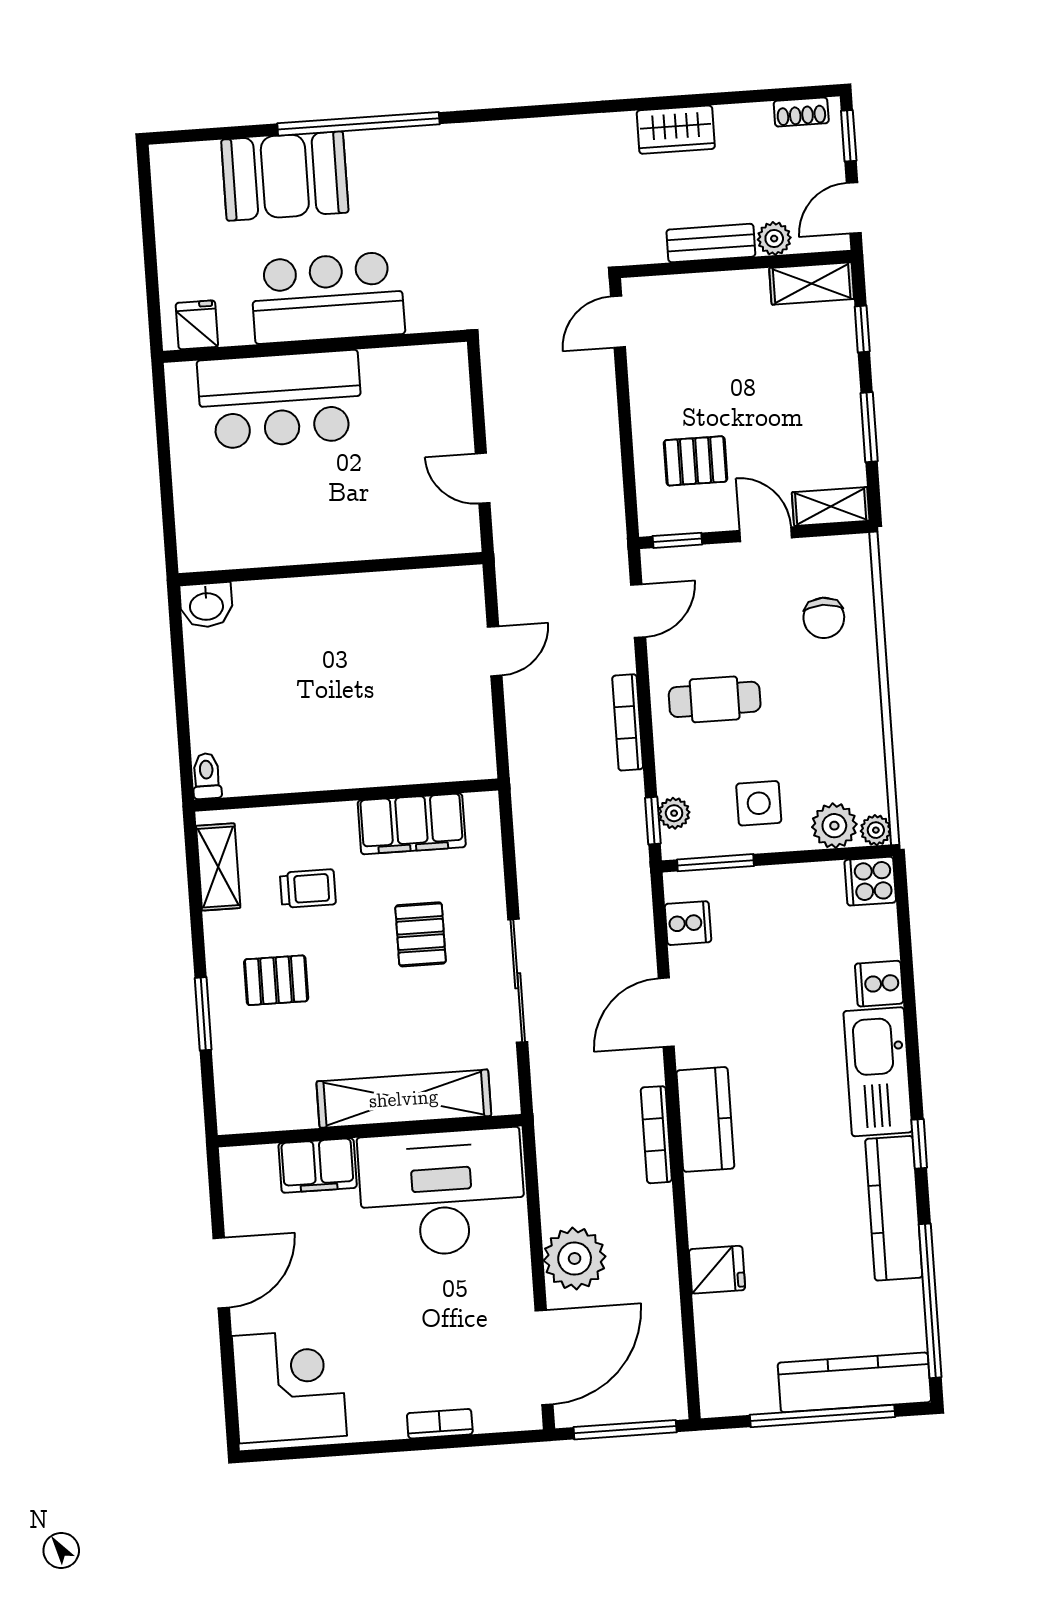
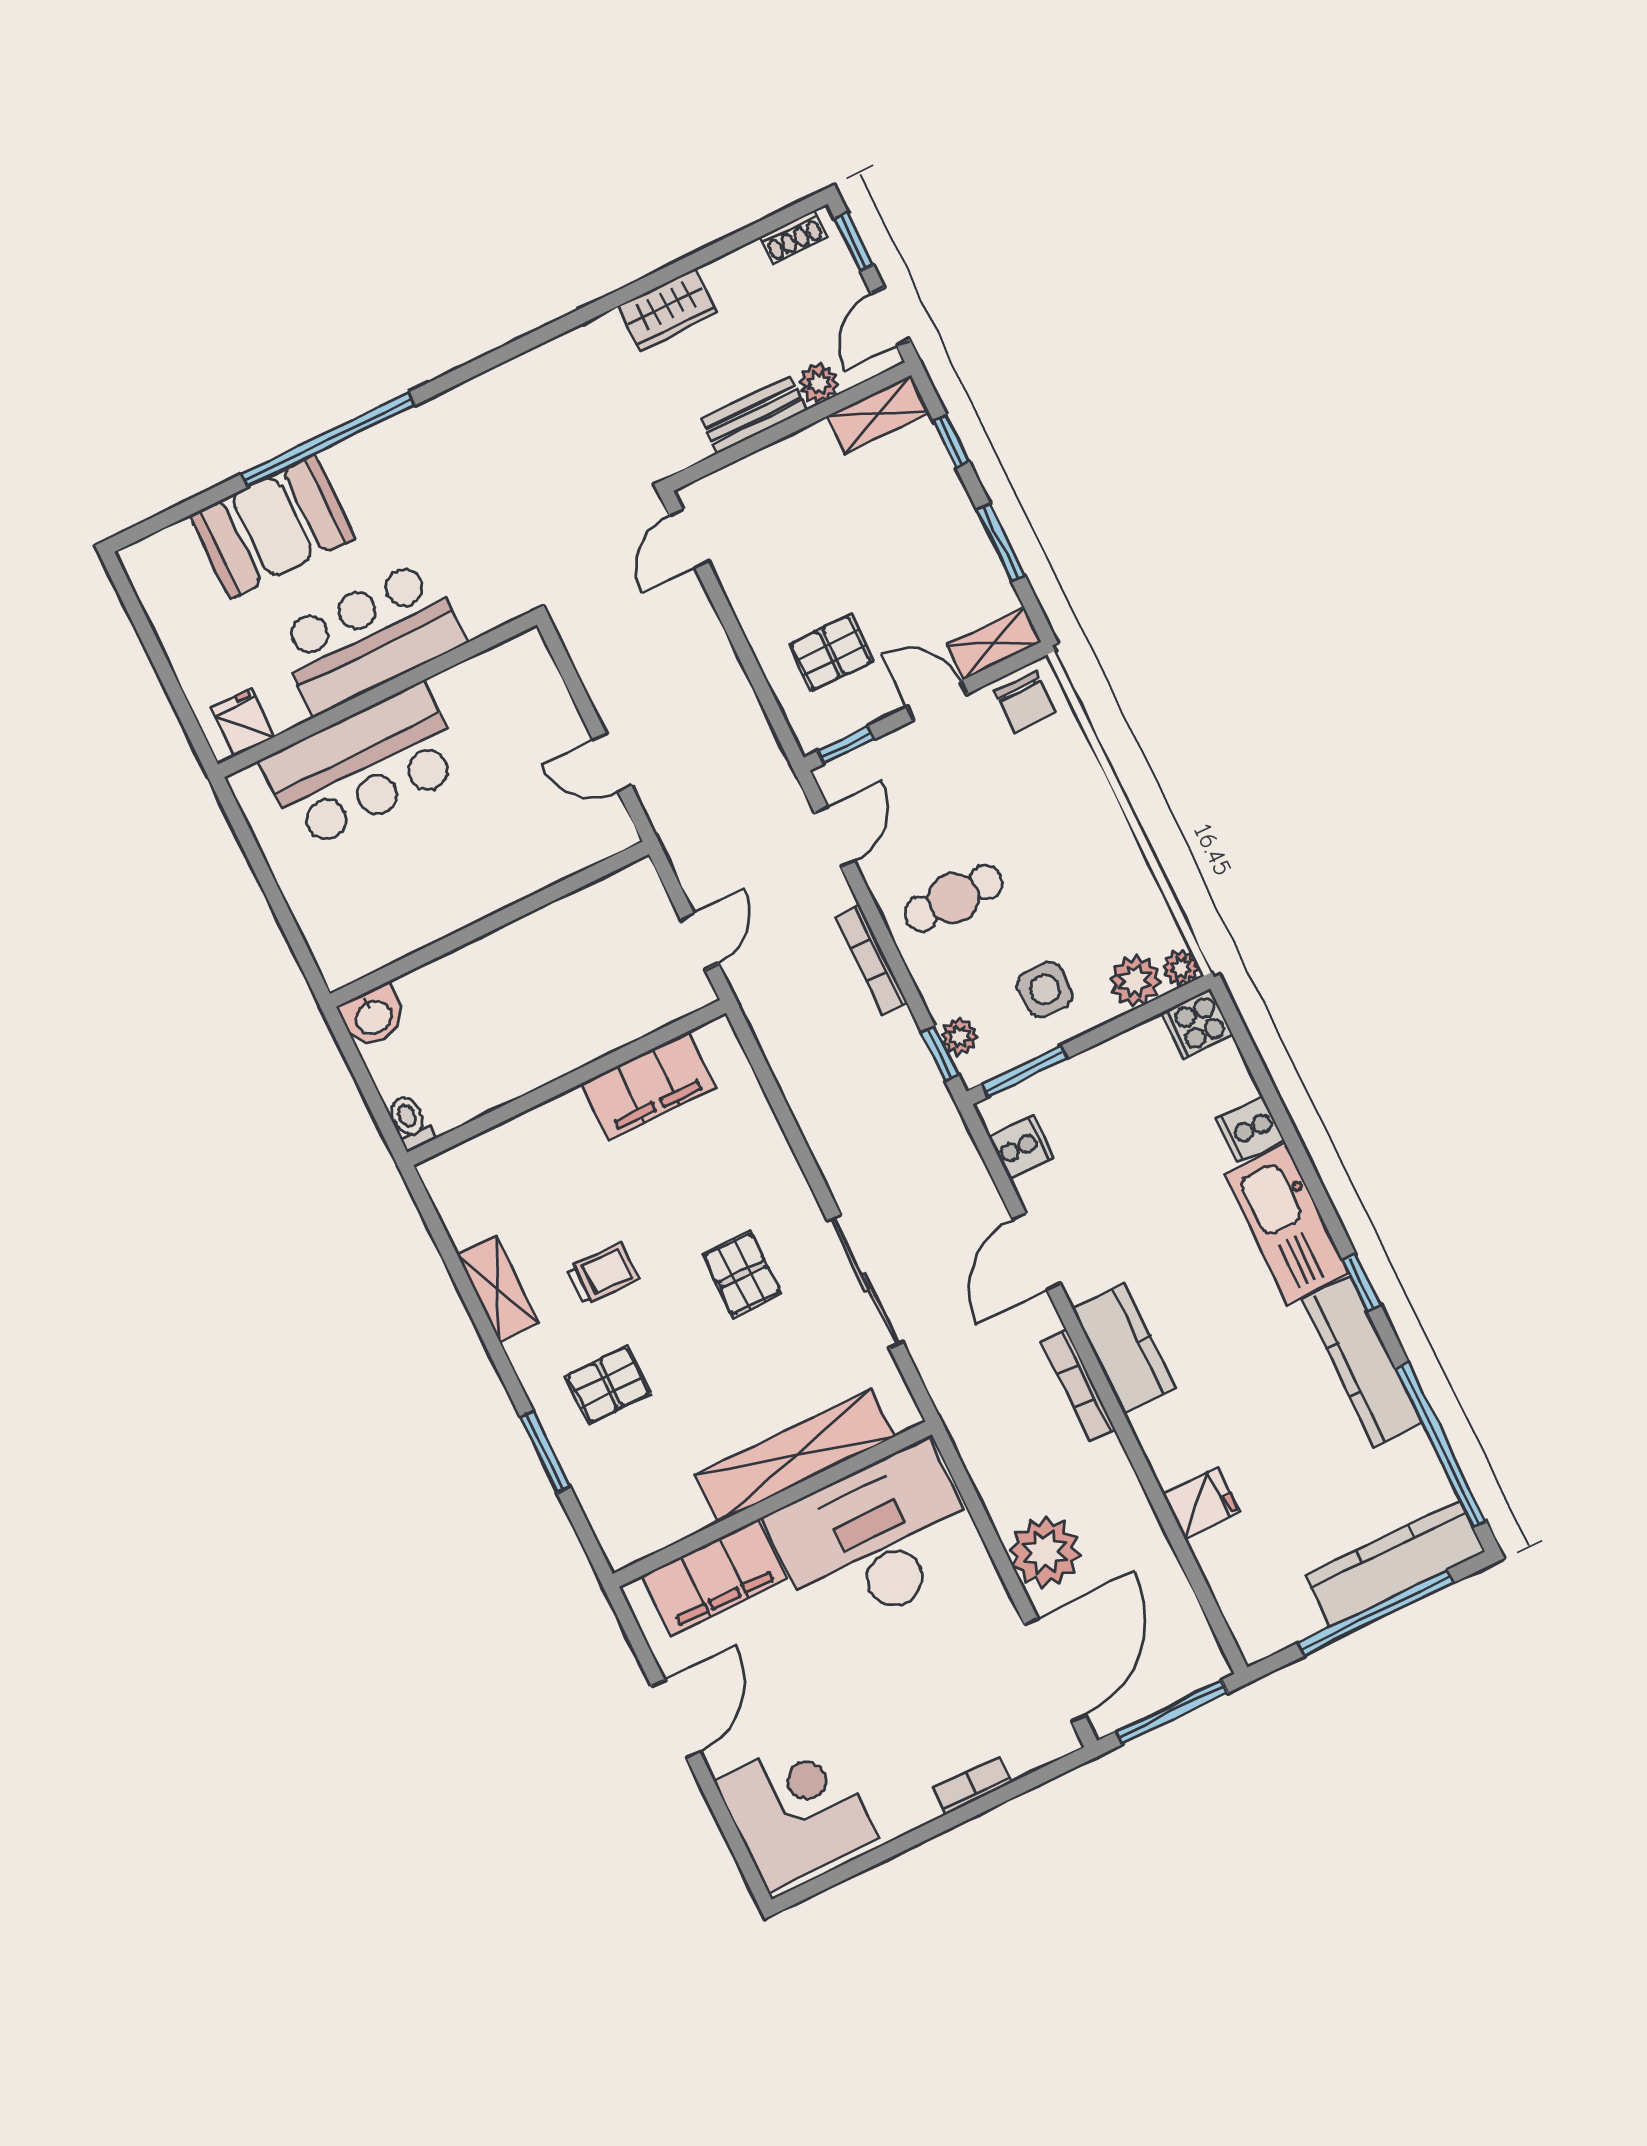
chair: (824, 618) -> (1025, 702), moved
toilet: (207, 776) -> (410, 1122), moved
wall: (346, 795) -> (567, 1083), moved
filing cabinet: (412, 824) -> (648, 1085), moved
filing cabinet: (318, 1165) -> (715, 1577), width x1.50, depth x1.17

